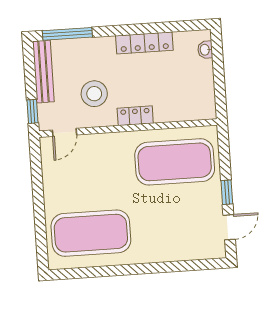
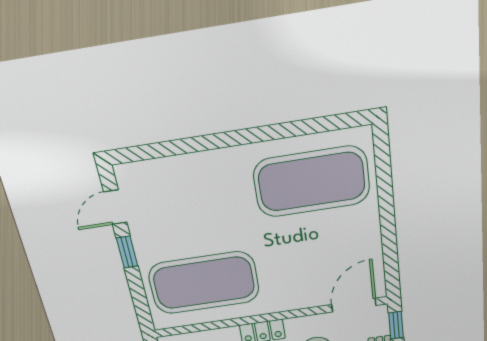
door: (64, 132) -> (354, 305), width x1.37

